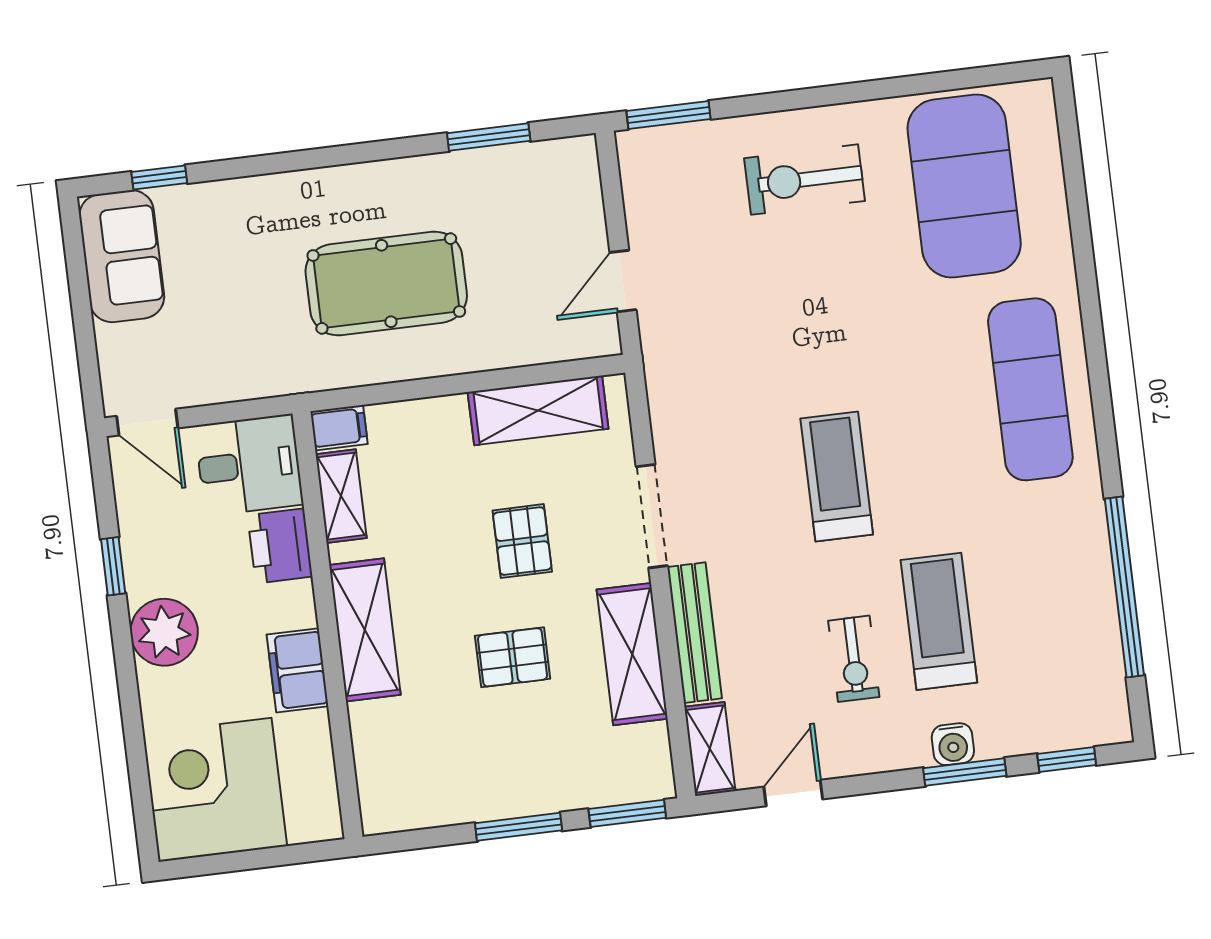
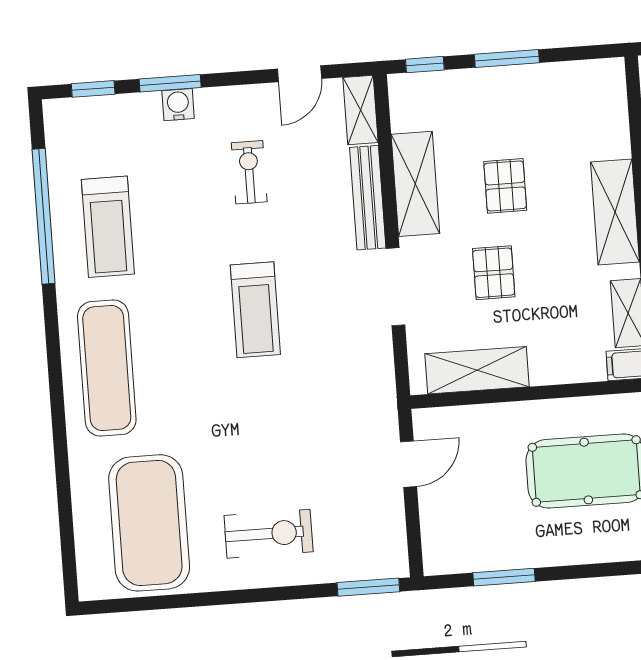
treadmill: (939, 621) -> (108, 227), moved
pallet: (513, 657) -> (505, 186), turned 90
window: (627, 813) -> (425, 65), width x0.67

